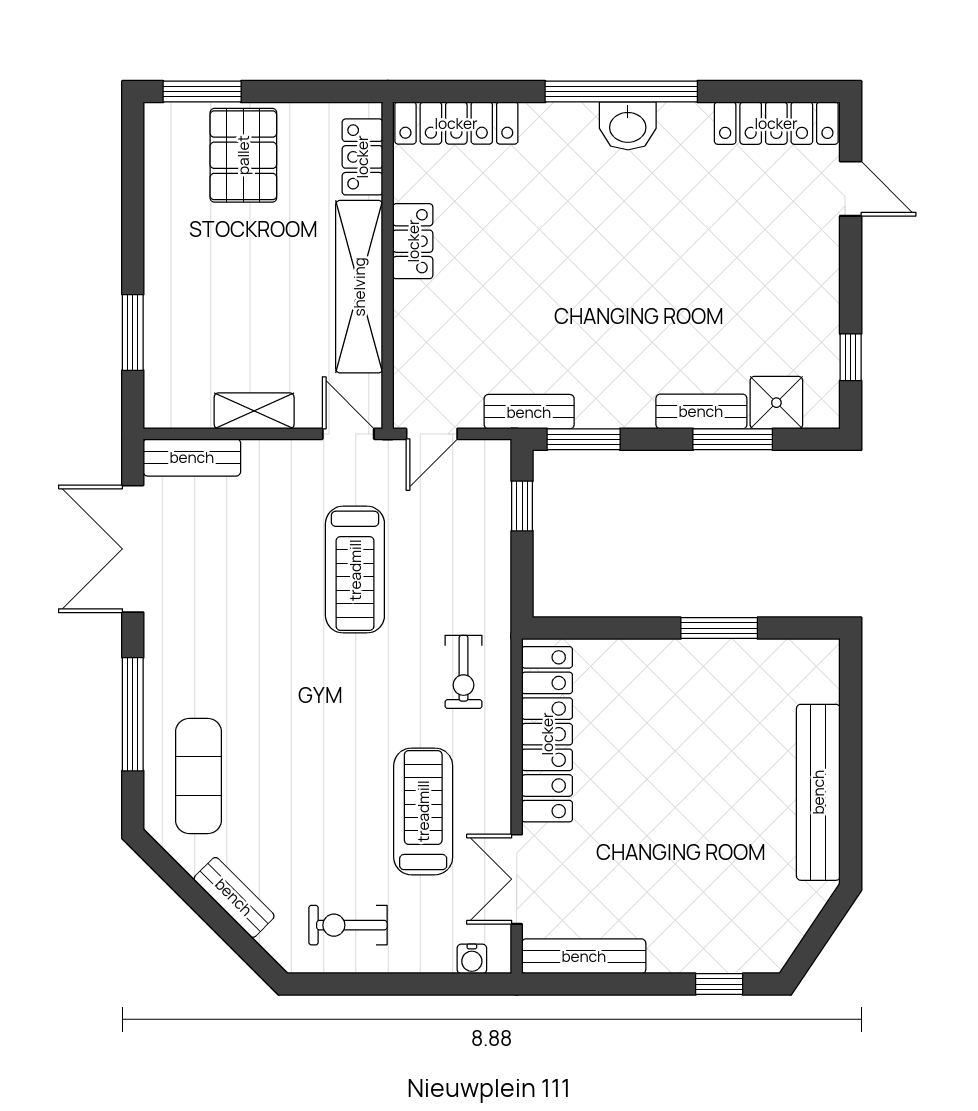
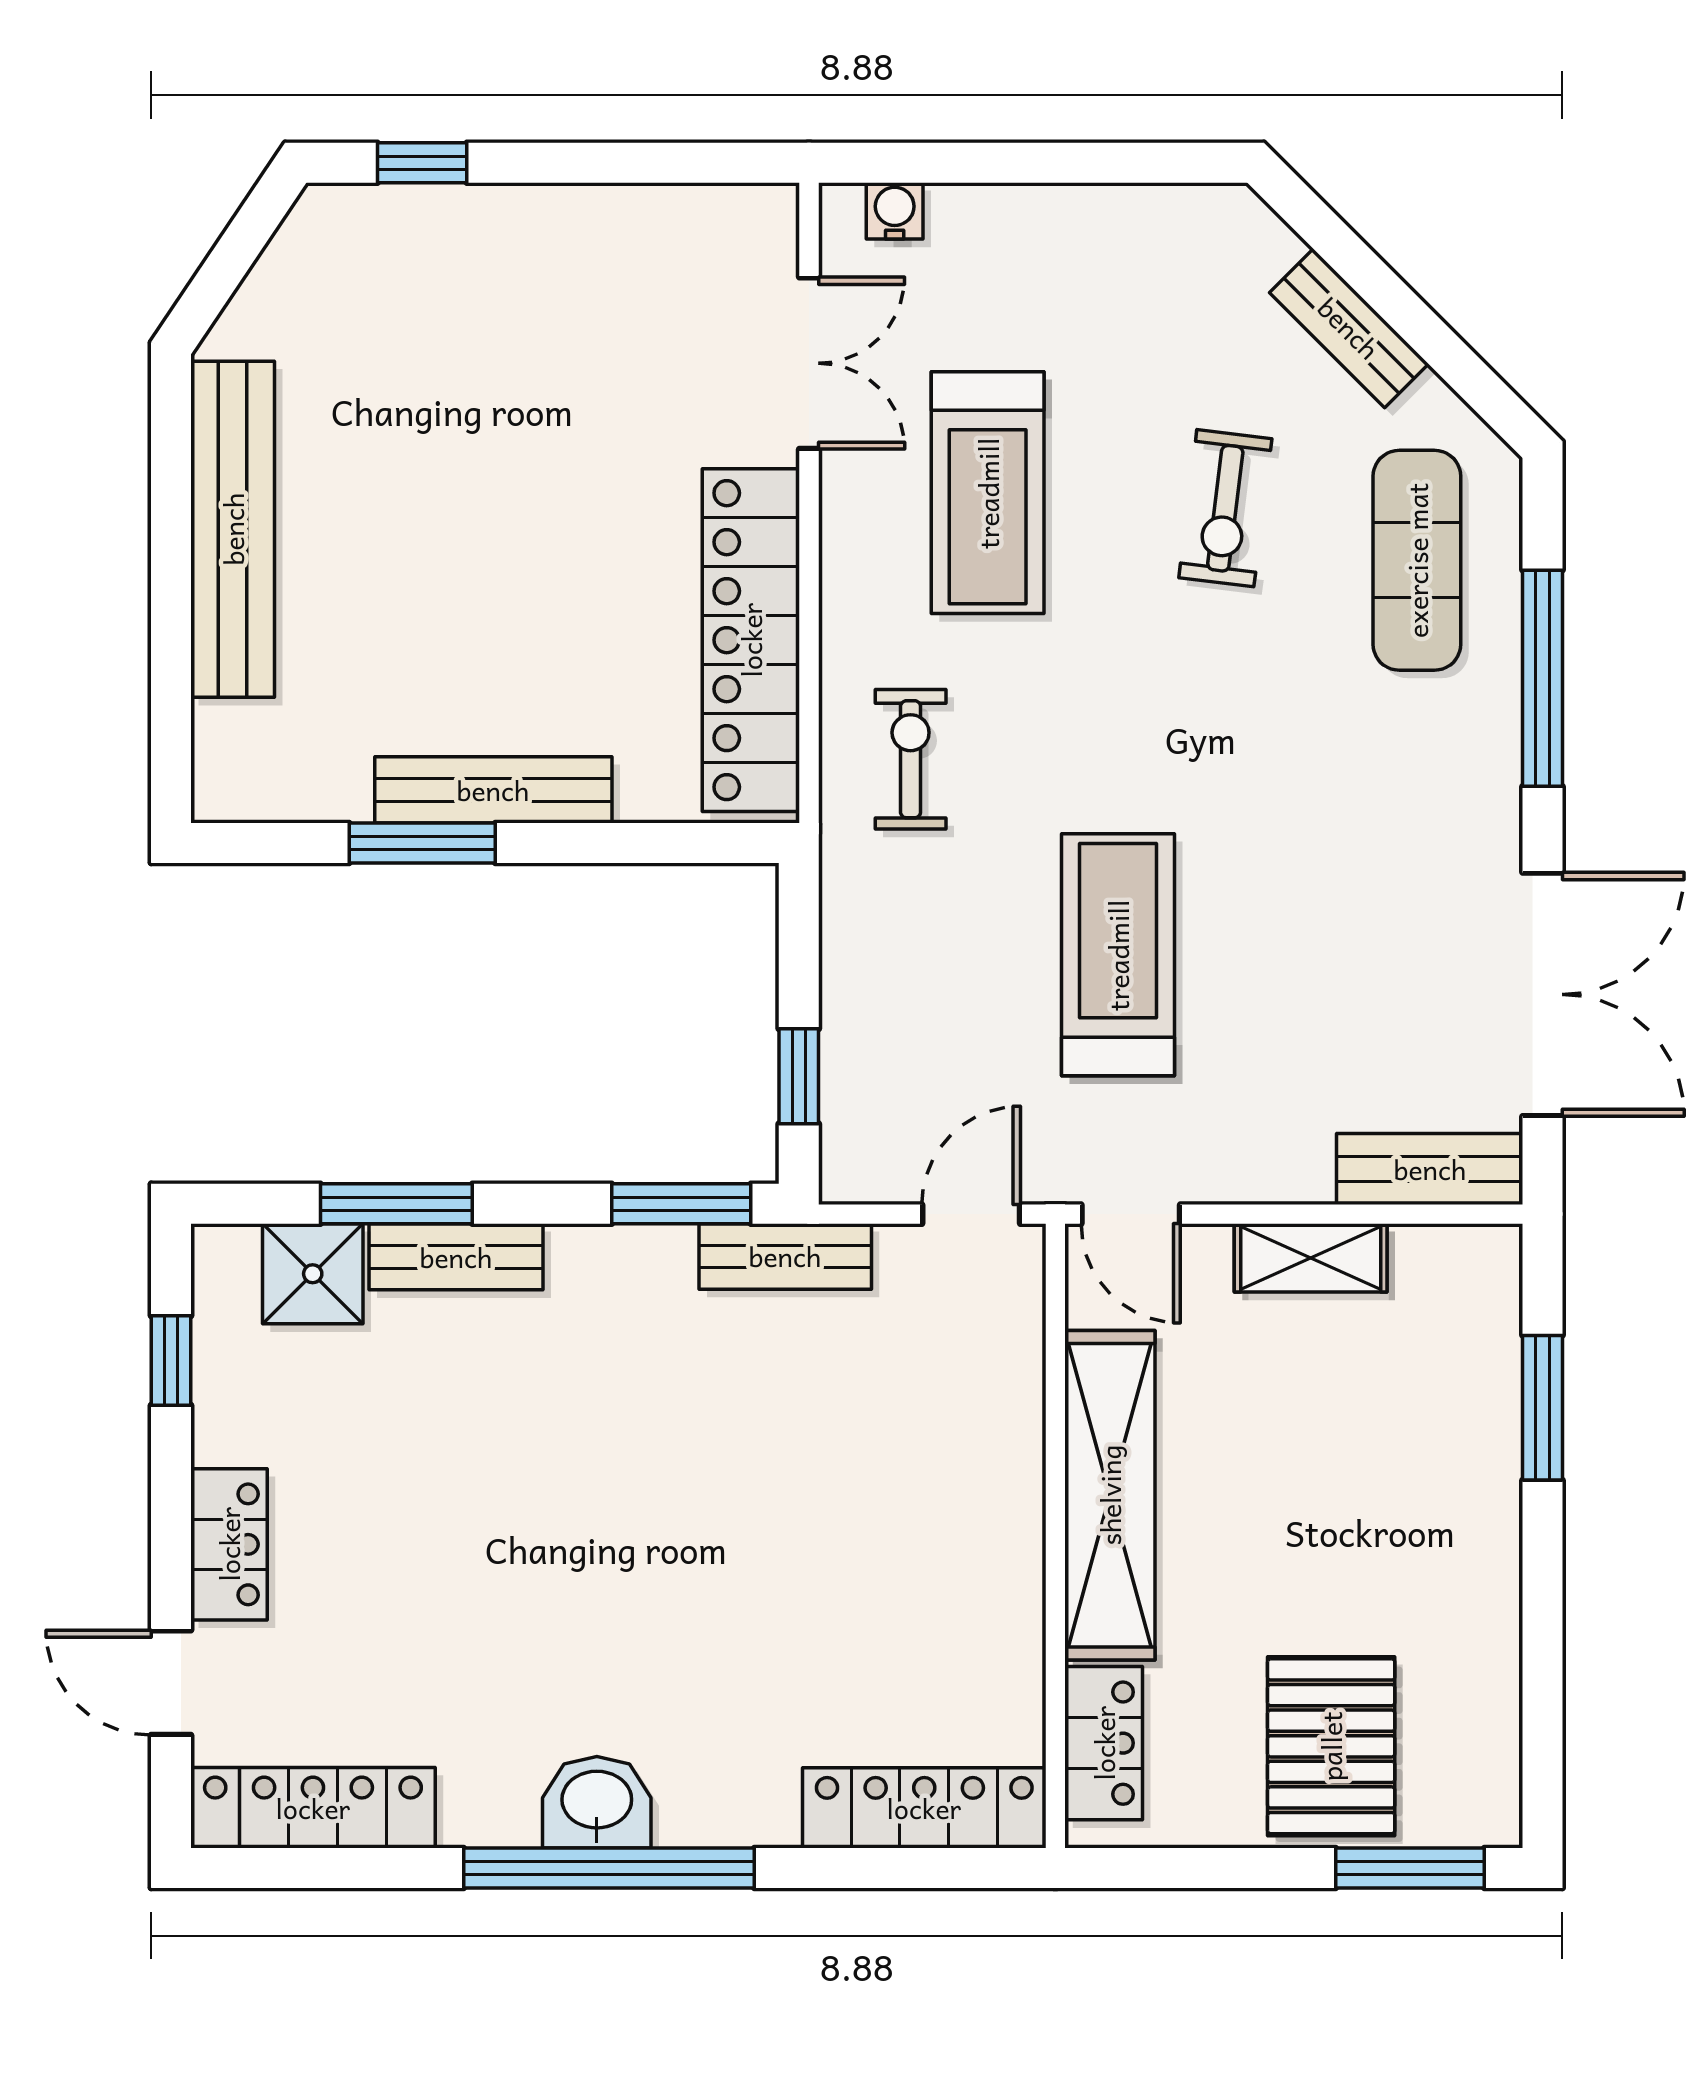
locker: (413, 241) -> (229, 1544), moved, turned 180
exercise bike: (348, 925) -> (1225, 508), moved, turned 97
bench: (584, 956) -> (493, 790), moved

